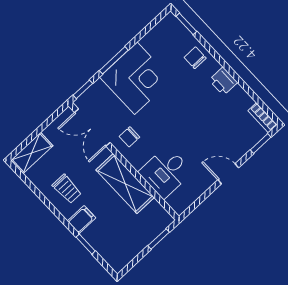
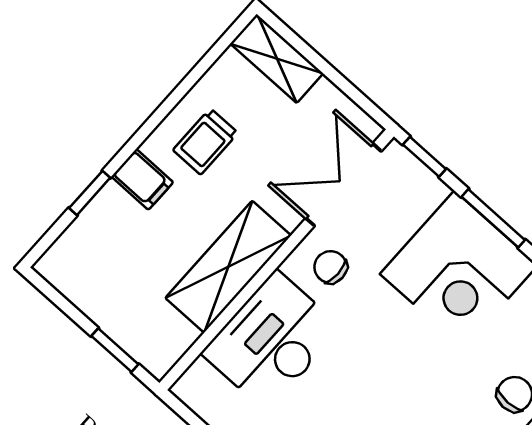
desk: (166, 172) -> (272, 341), width x1.37

